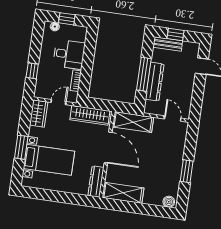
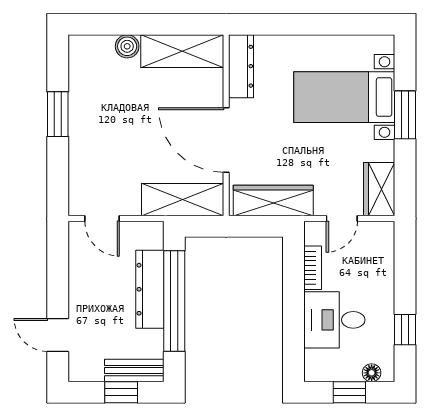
window: (32, 71) -> (405, 330), moved
window: (144, 74) -> (174, 301), width x1.46
boiler: (169, 202) -> (127, 46), moved

